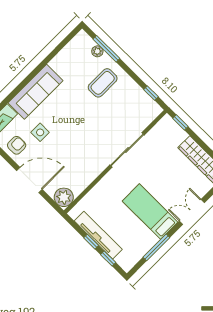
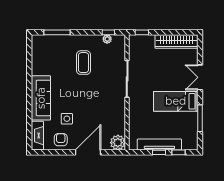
plant: (97, 51) -> (107, 39), moved
coffee table: (103, 83) -> (84, 63), moved

